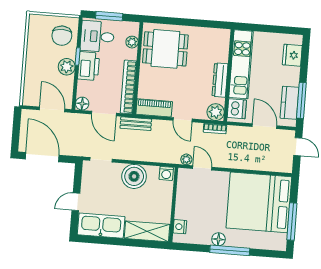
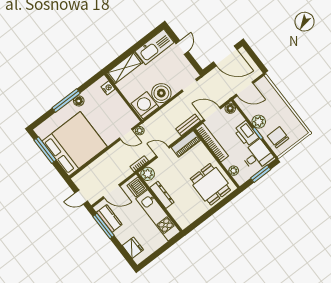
dining table: (165, 49) -> (210, 184), turned 90
washing machine: (166, 173) -> (145, 105), width x1.89, depth x1.89

